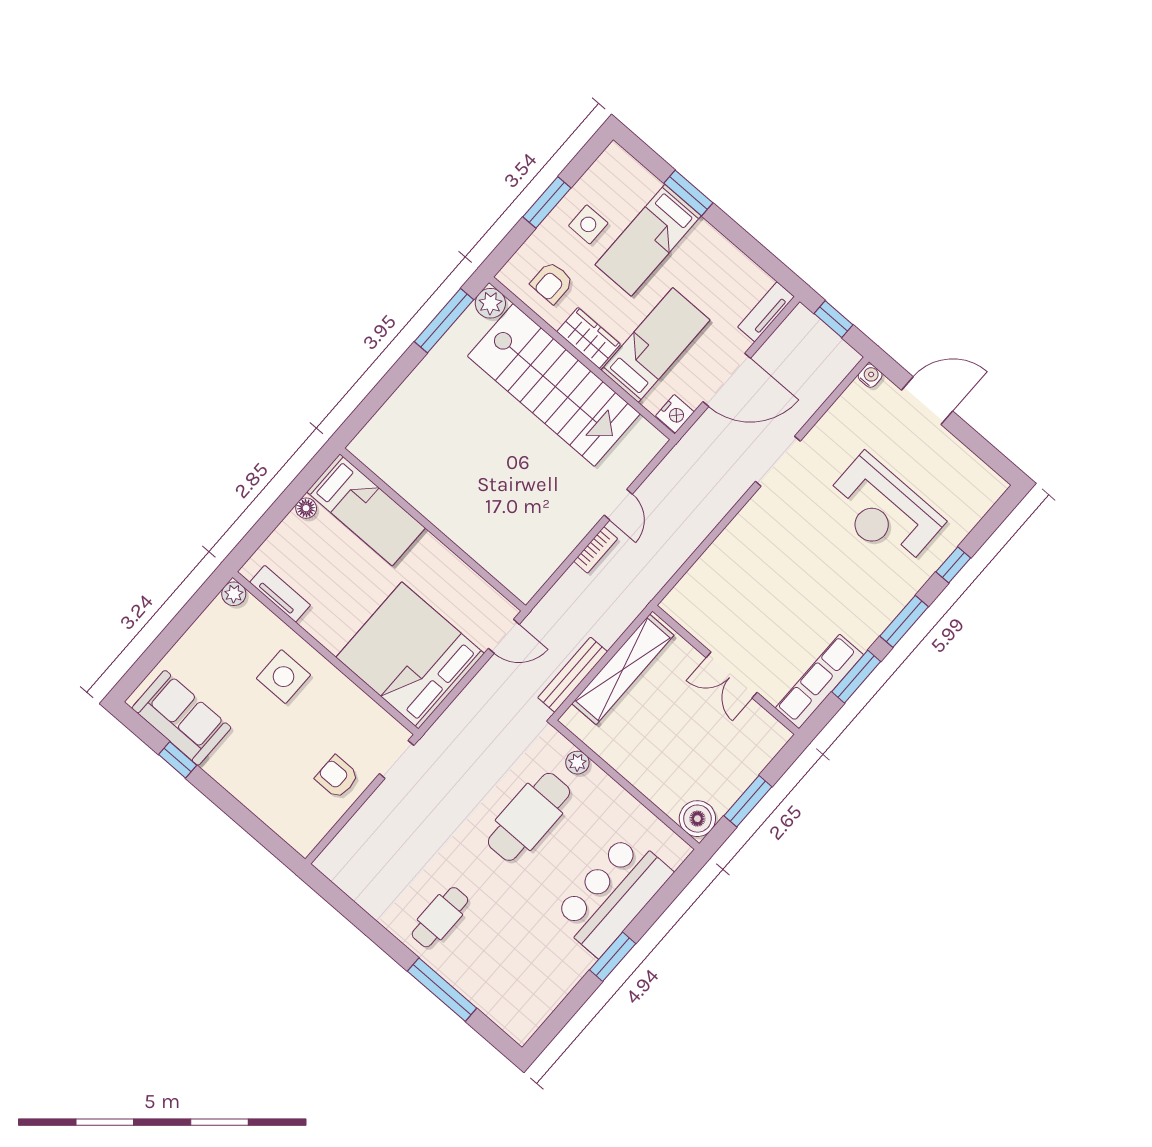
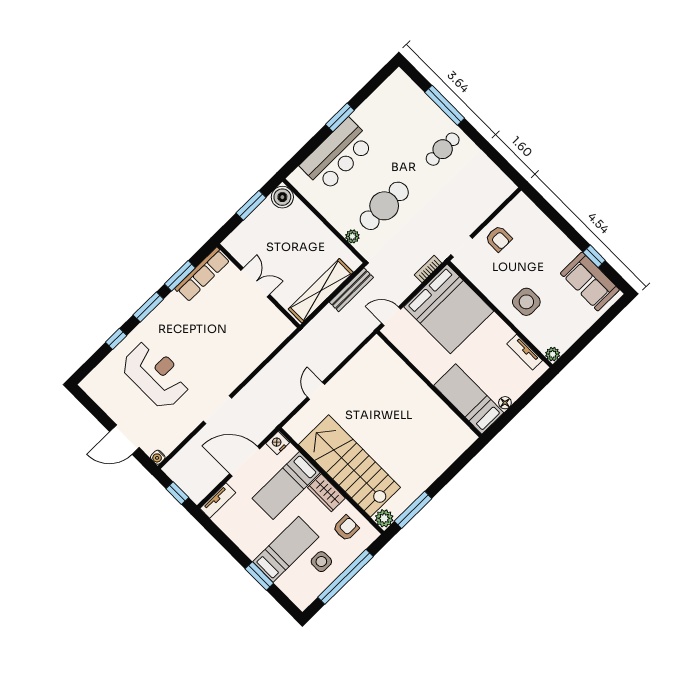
window: (547, 202) -> (345, 577), width x2.11
bookcase: (596, 550) -> (428, 269), moved

